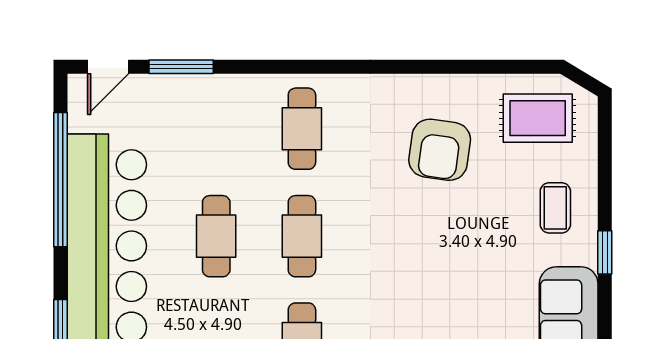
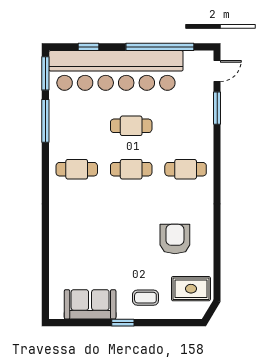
door: (108, 67) -> (217, 71), swing flipped
rug: (538, 118) -> (191, 289), turned 90
armchair: (440, 150) -> (175, 239), turned 82

